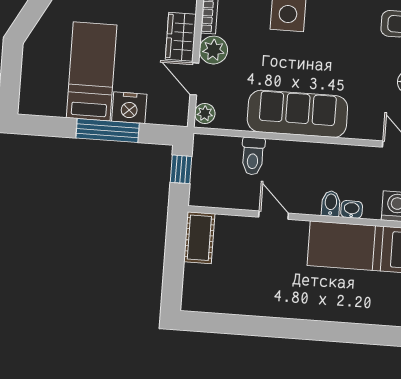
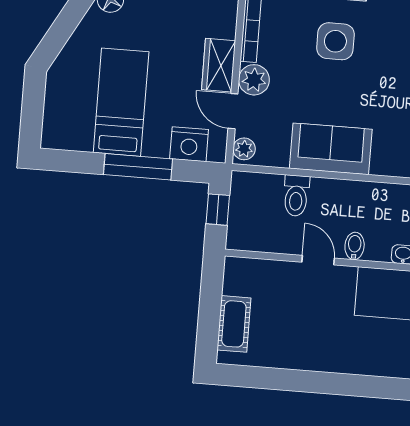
nightstand: (129, 108) -> (189, 144), moved
sofa: (297, 114) -> (331, 149), width x0.73
bidet: (331, 204) -> (355, 246), moved
cot: (199, 238) -> (234, 324), moved

